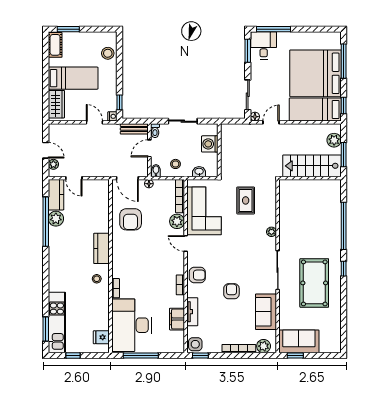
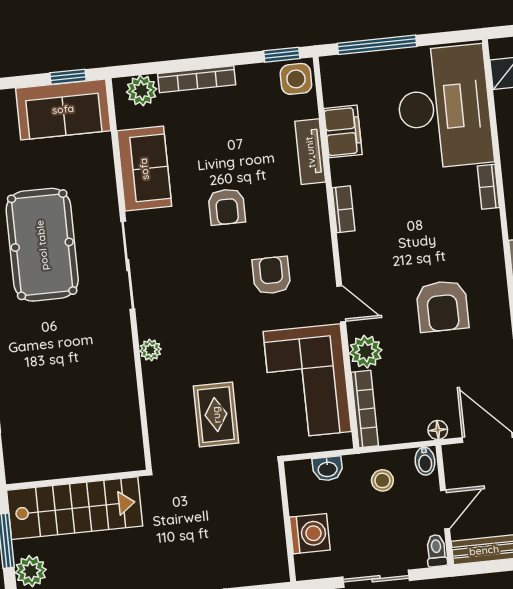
armchair: (131, 219) -> (442, 306), moved, turned 180
armchair: (197, 275) -> (271, 275), moved, turned 90
window: (141, 356) -> (377, 45), moved

